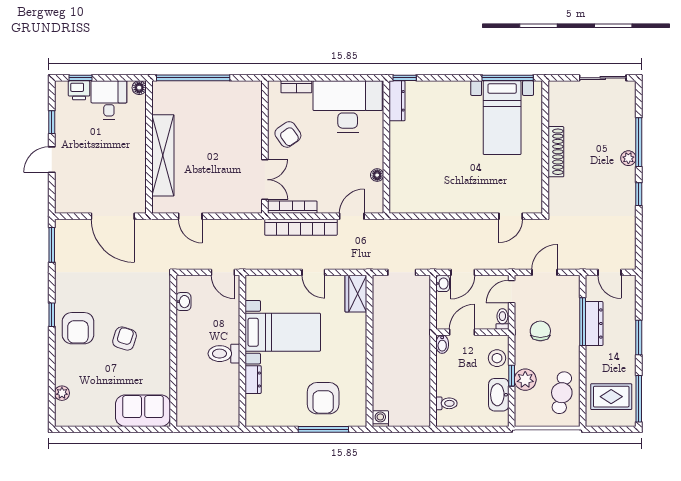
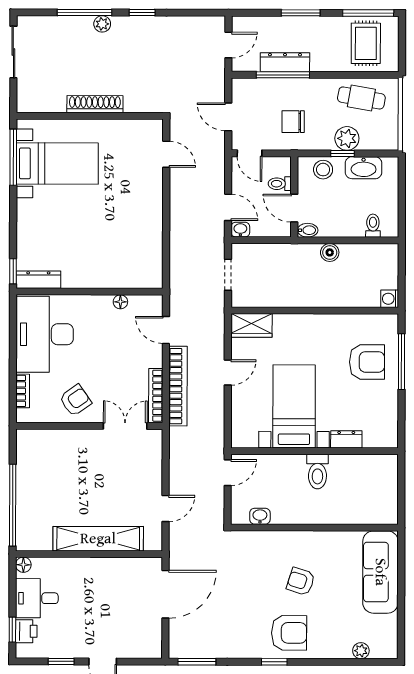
toilet: (502, 319) -> (280, 184), moved
boiler: (422, 364) -> (330, 252), added
sofa: (143, 411) -> (380, 572), width x1.36

